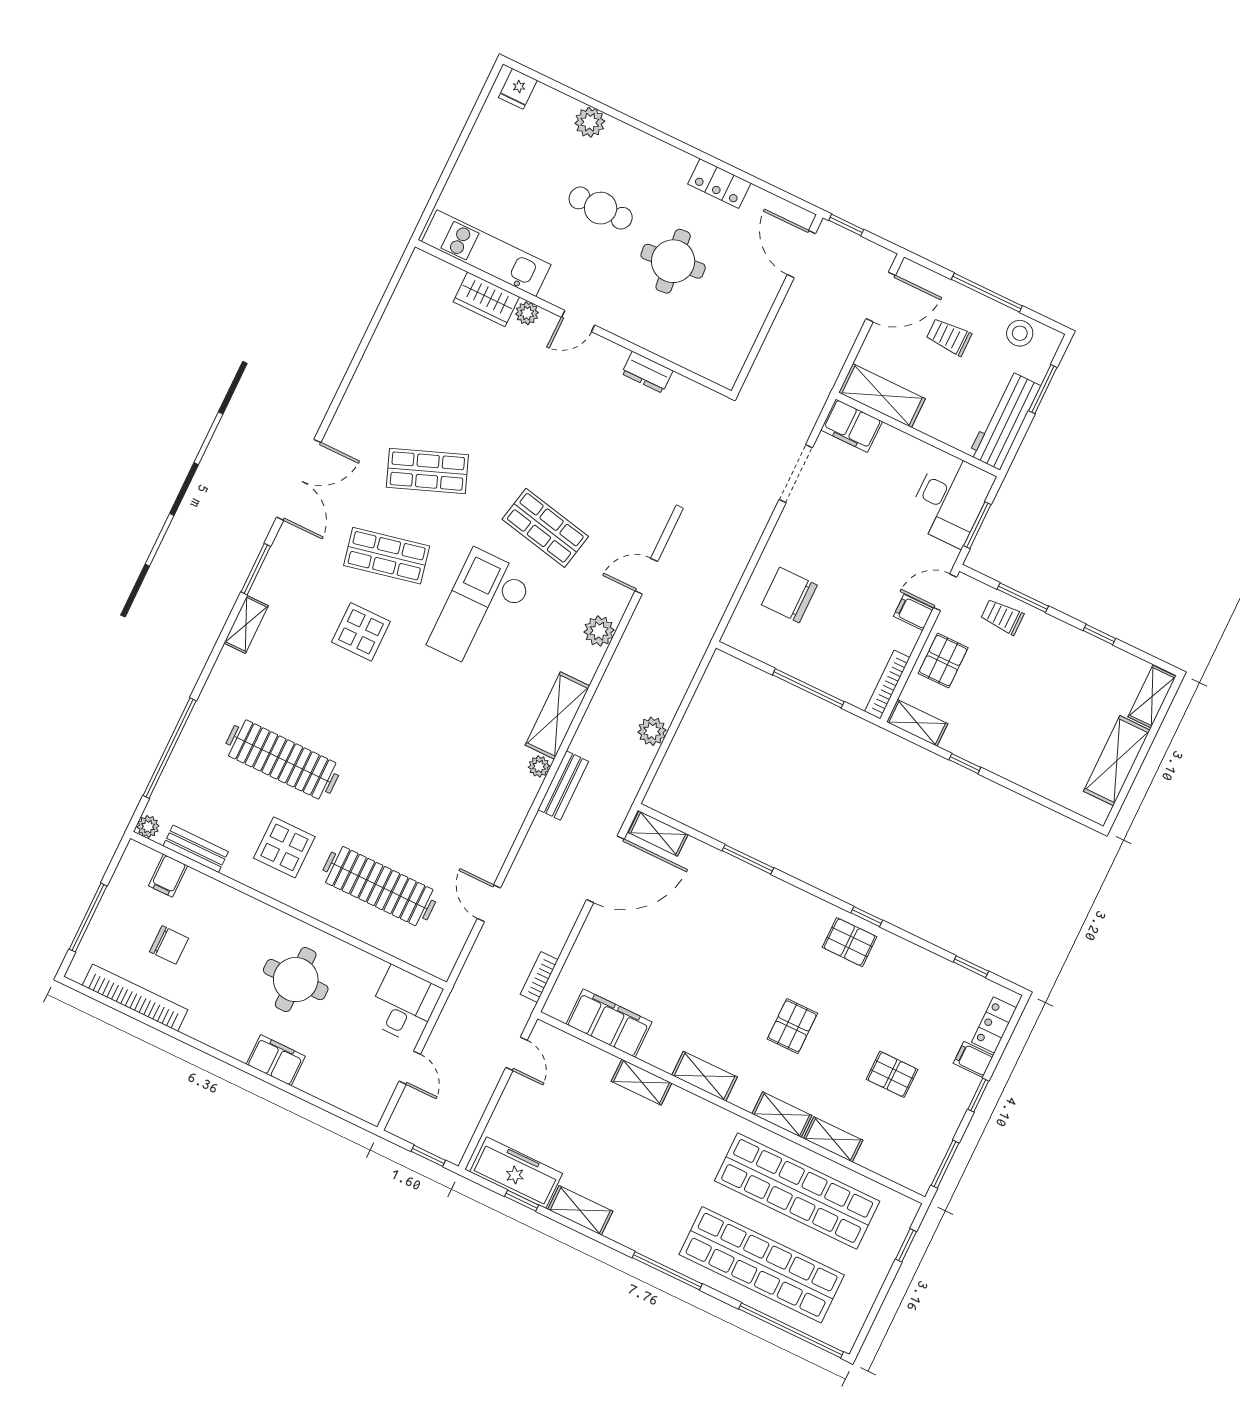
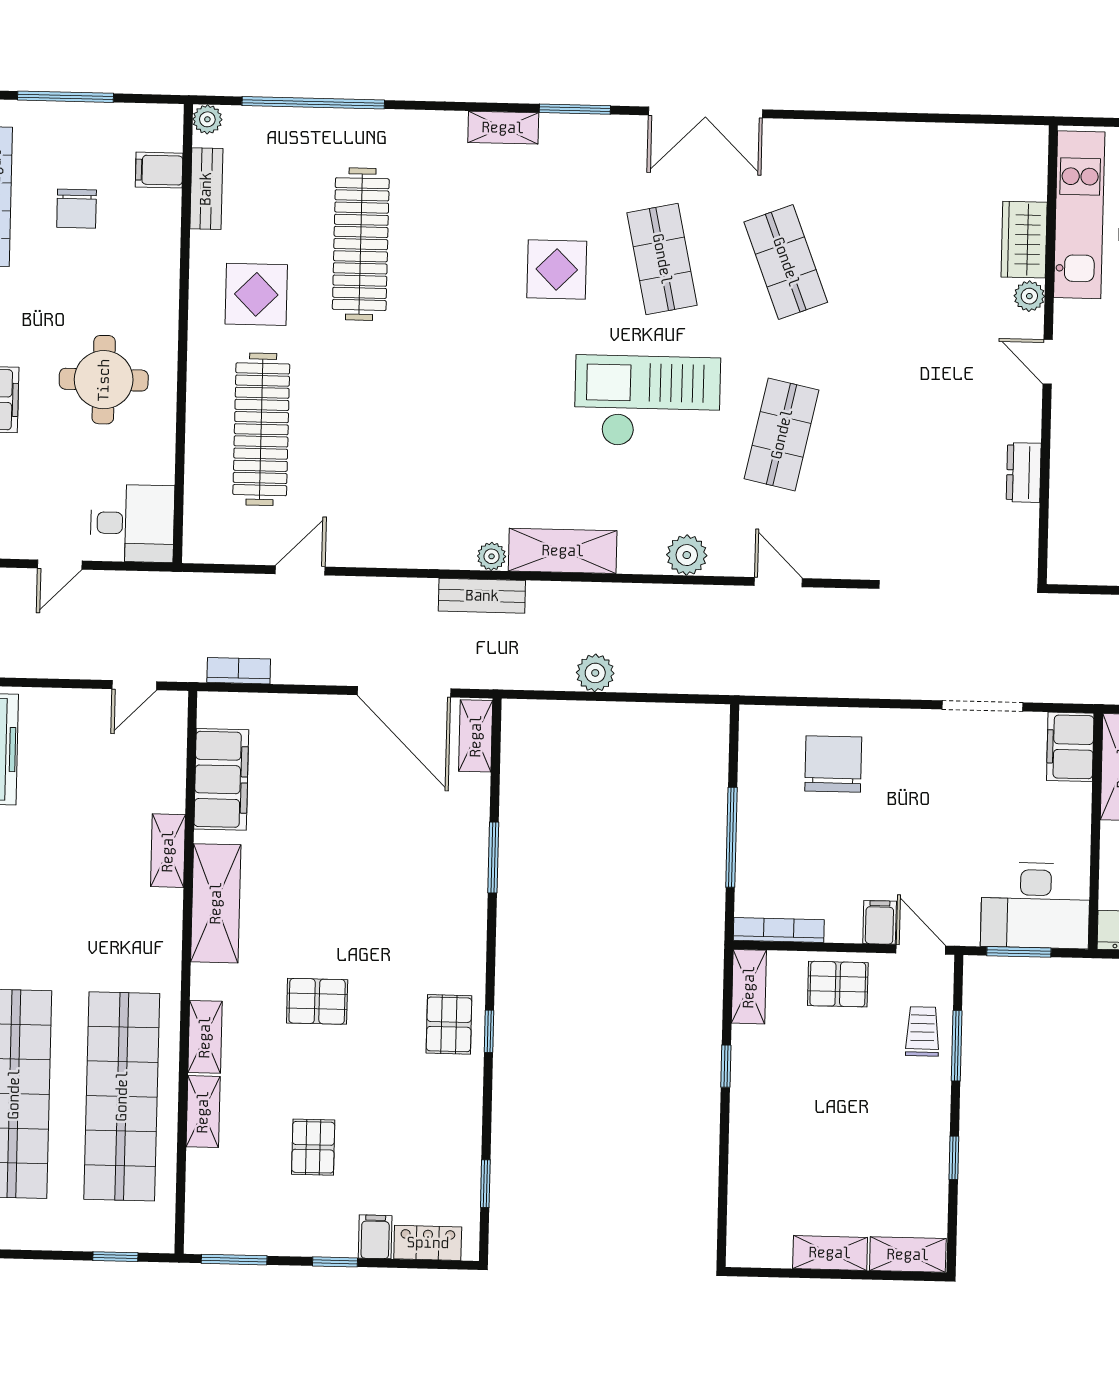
shelving: (1117, 761) -> (830, 1253), width x0.67, depth x0.75
shelving: (704, 1076) -> (216, 903), width x1.50, depth x1.33

